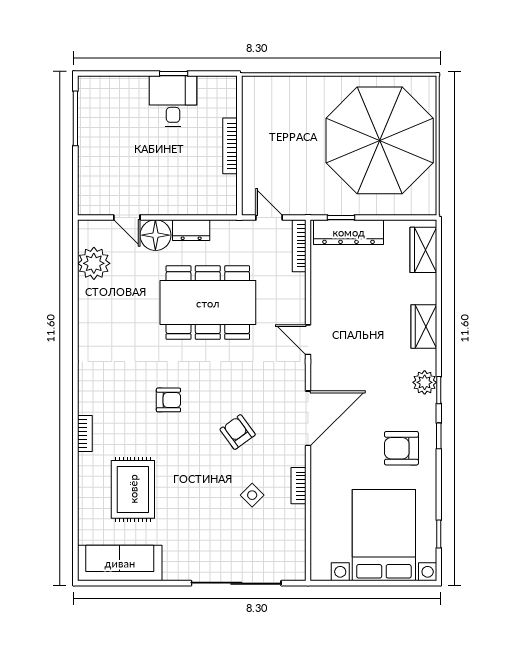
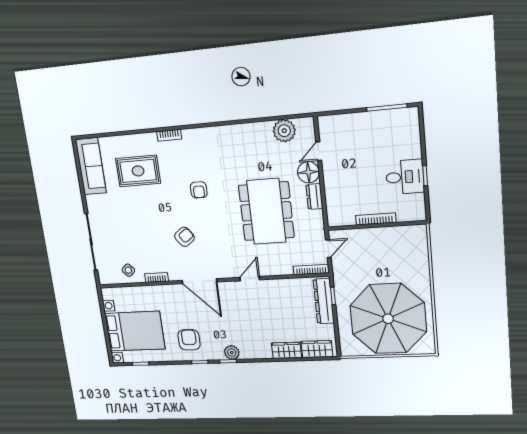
wardrobe: (424, 327) -> (287, 350), moved
side table: (252, 495) -> (128, 270), moved

